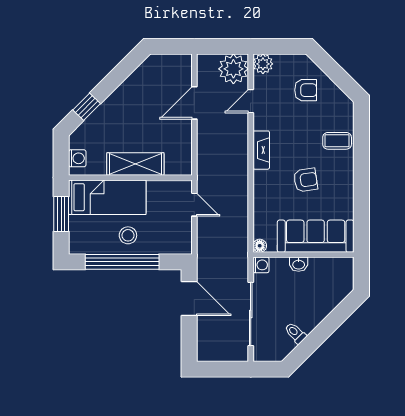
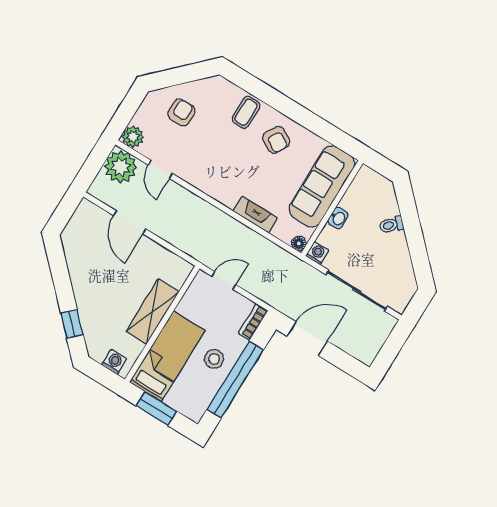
fireplace: (261, 150) -> (255, 215), moved
armchair: (306, 180) -> (276, 140), moved, turned 129
bookcase: (176, 248) -> (253, 322), added
toilet: (295, 333) -> (391, 225), moved

